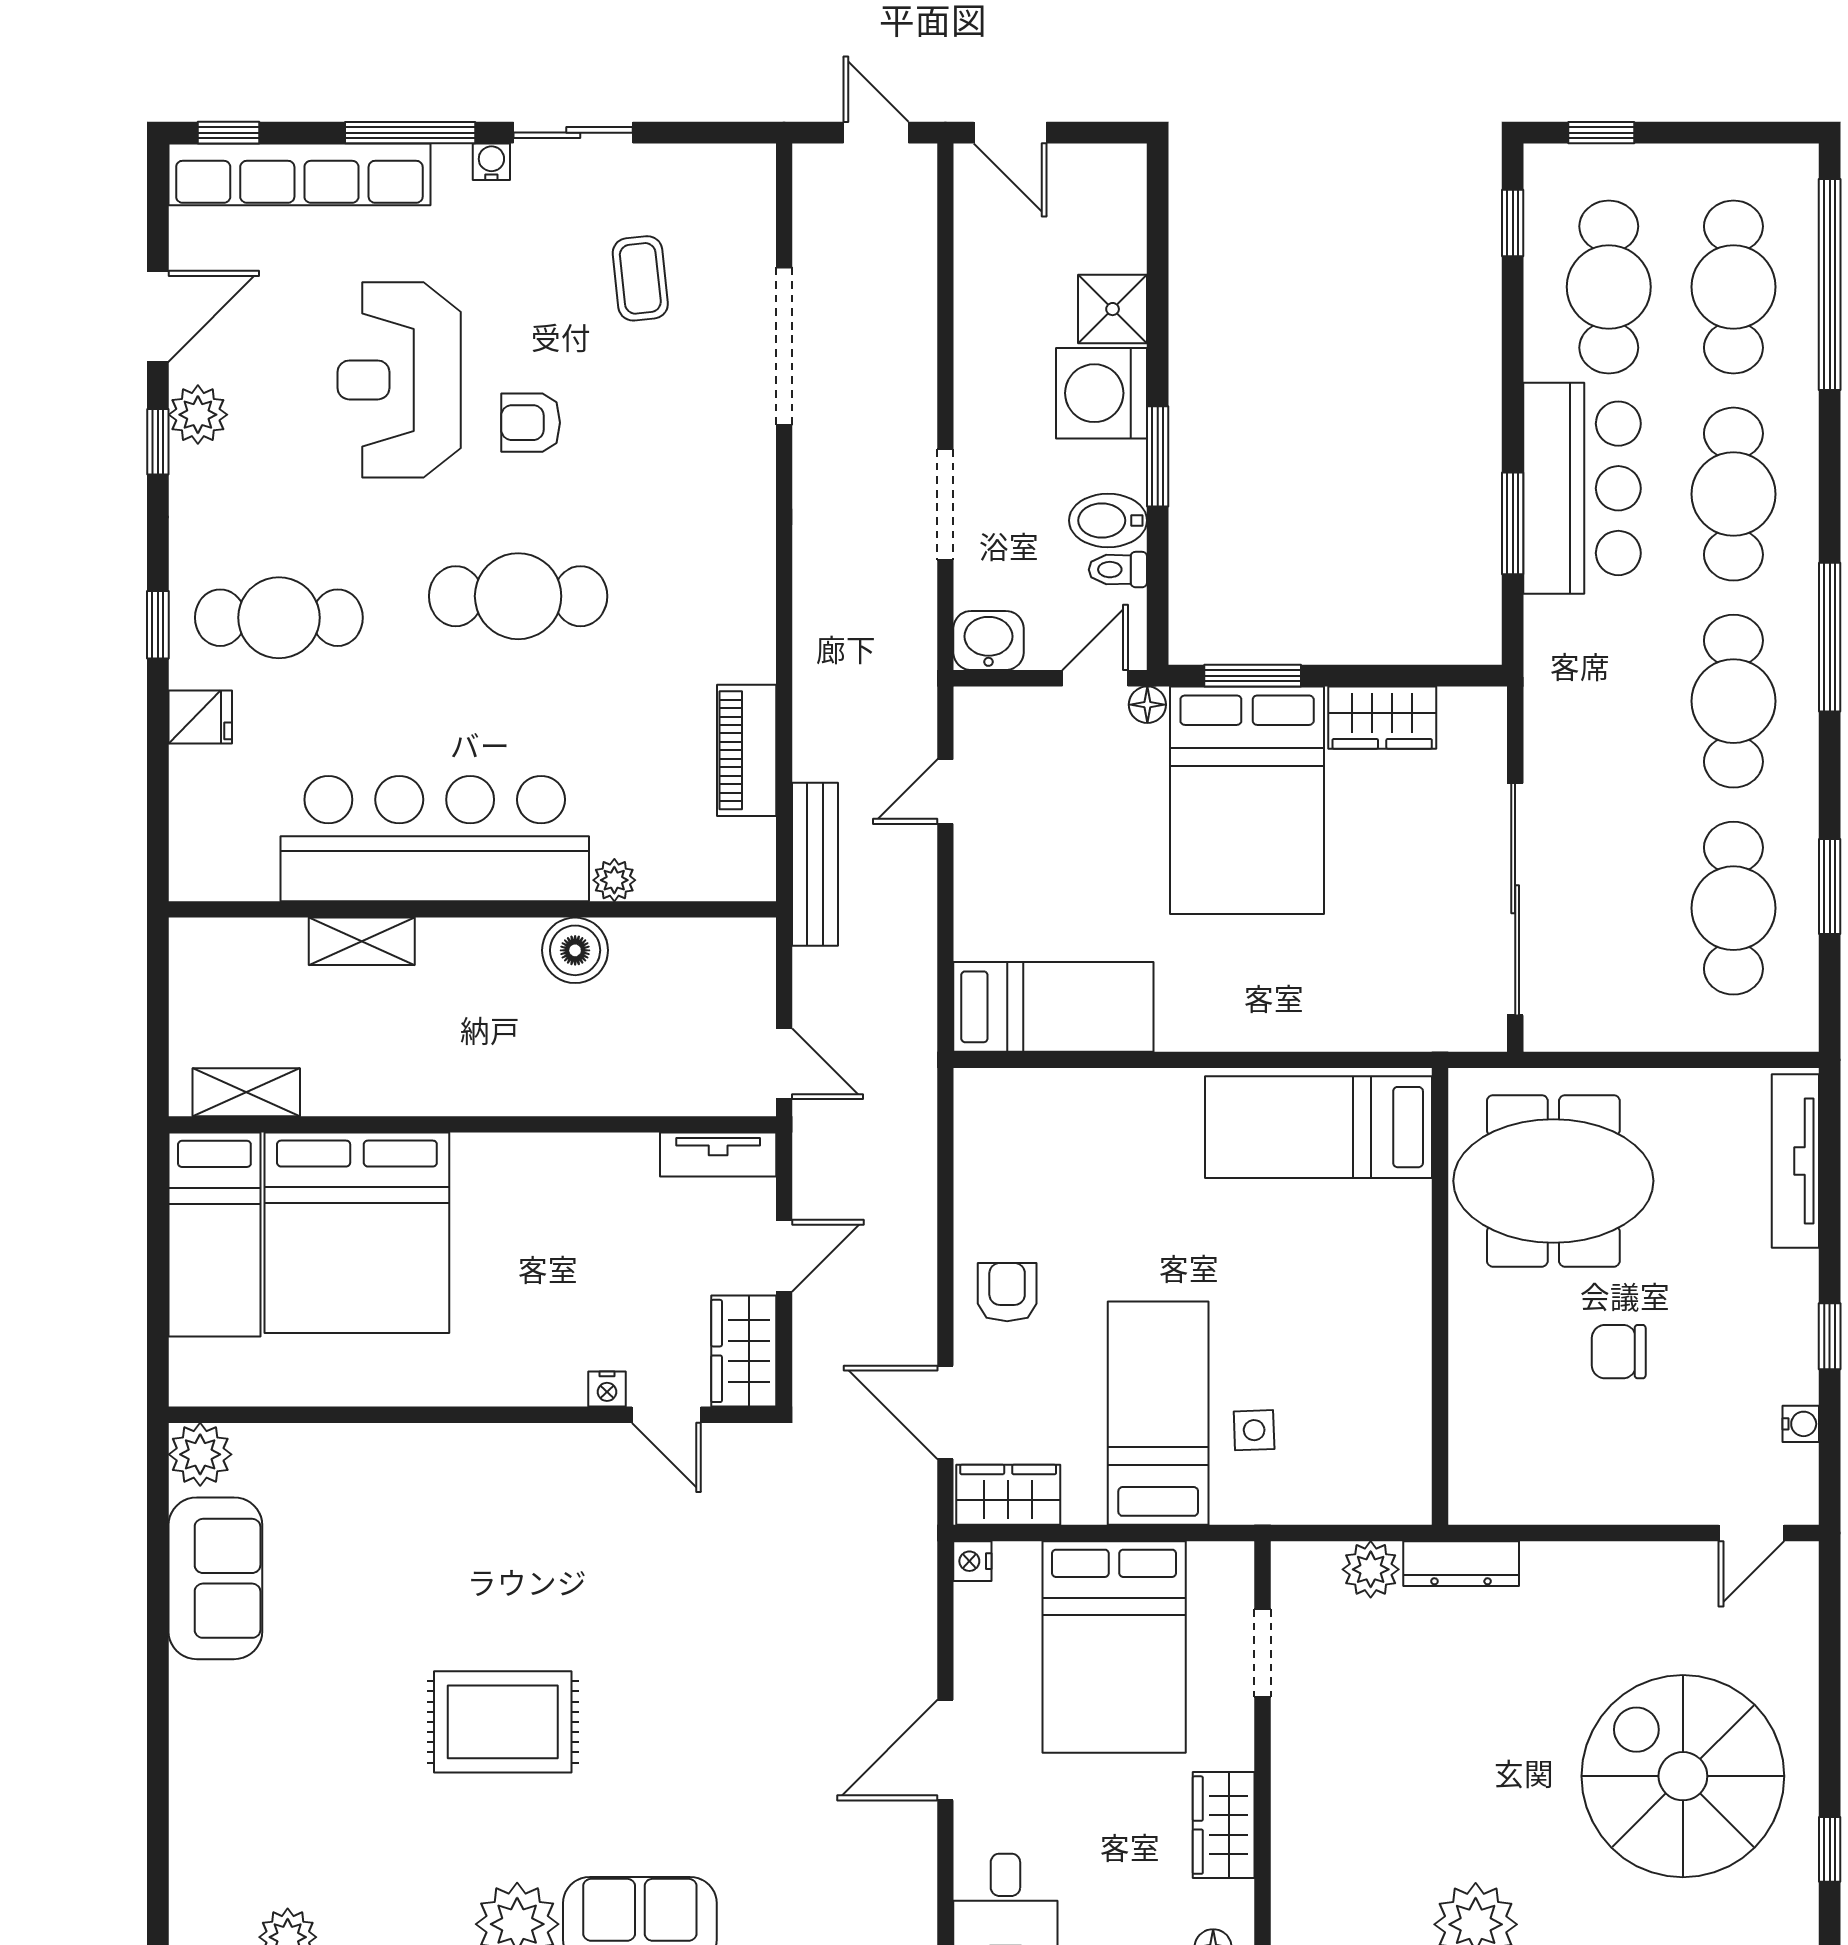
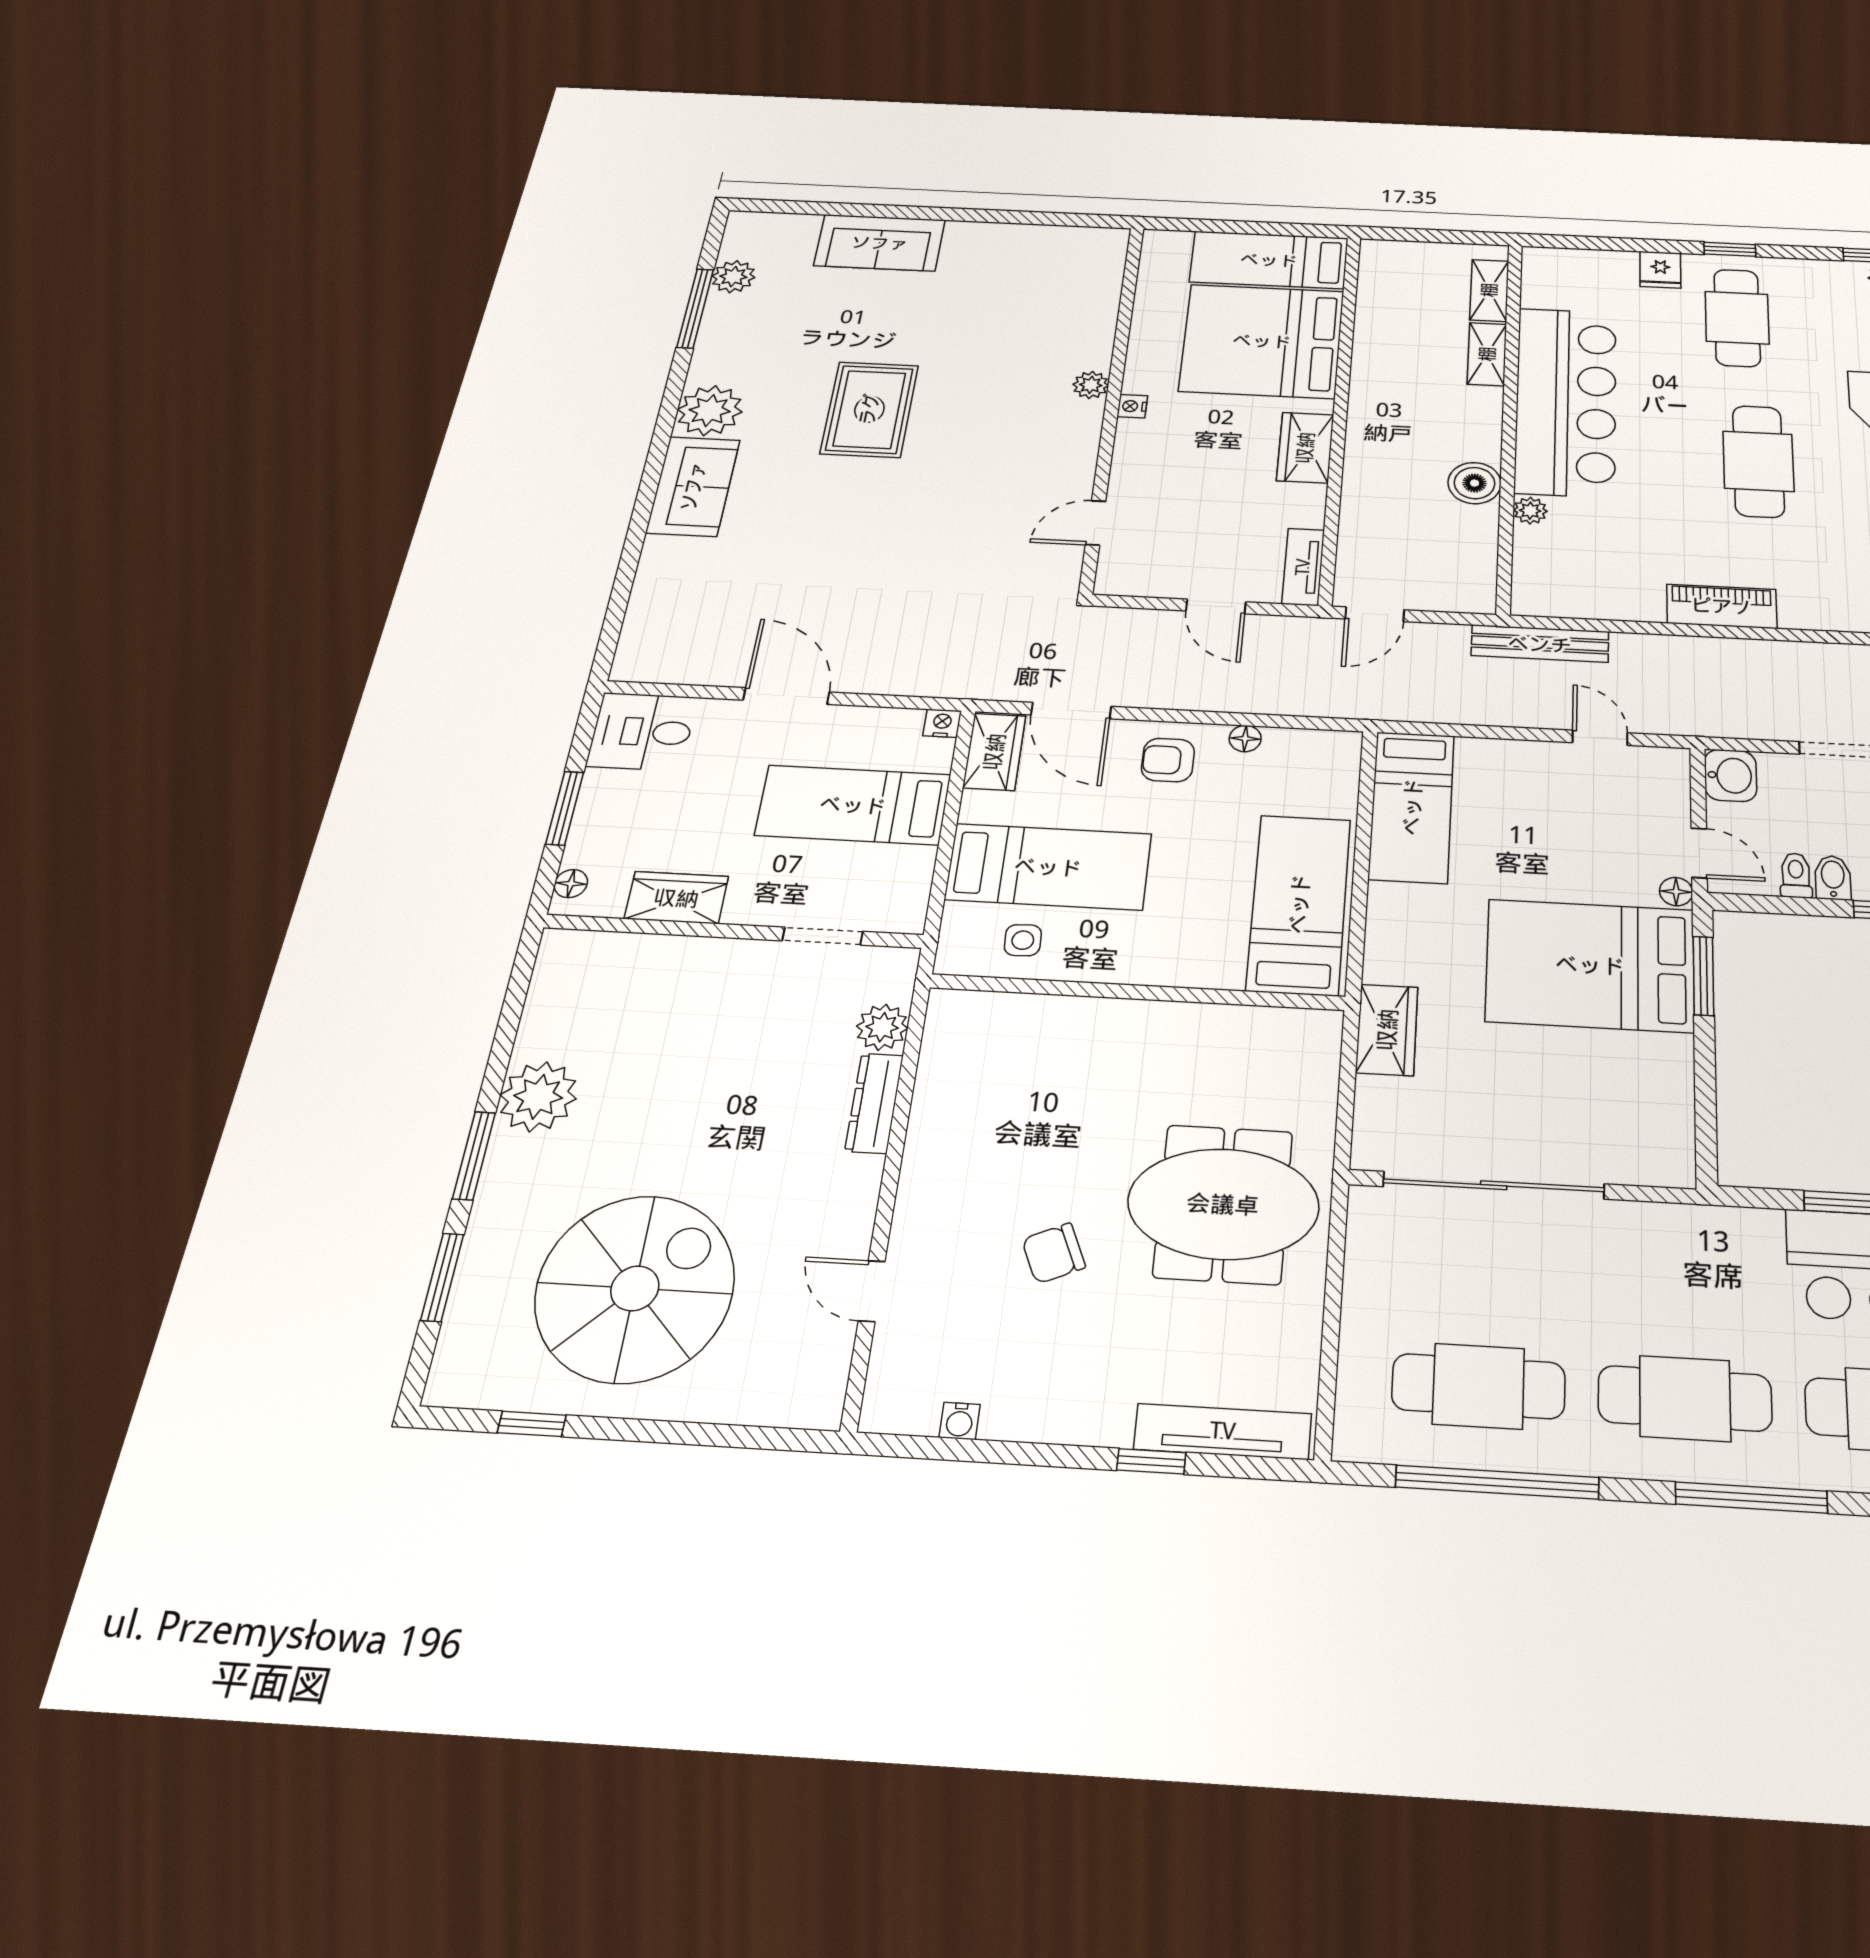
bidet: (1108, 520) -> (1833, 878), width x0.72, depth x0.74
wardrobe: (1382, 718) -> (1387, 1030), moved, turned 180
piano: (747, 750) -> (1722, 606), moved
window: (1830, 887) -> (1497, 1482), width x2.11
shelving: (246, 1092) -> (1489, 290), moved
bed: (1319, 1127) -> (1299, 904), moved
meeting table: (1553, 1181) -> (1223, 1204), turned 90
floor lamp: (972, 1205) -> (1245, 739), added
armchair: (1007, 1292) -> (1168, 760), turned 180
wall: (1440, 1296) -> (1137, 992), moved
window: (1830, 1336) -> (1151, 1461), moved
wardrobe: (744, 1351) -> (1305, 448), moved, turned -90
chair: (1619, 1352) -> (1054, 1253), turned -114
nightstand: (607, 1389) -> (1132, 406), moved
door: (945, 1412) -> (1071, 711), swing flipped
plant: (200, 1454) -> (1091, 385), moved, width x0.73, depth x0.73
door: (1751, 1533) -> (872, 1291), moved
sofa: (215, 1578) -> (880, 243), moved
bed: (1114, 1647) -> (853, 805), width x0.67

